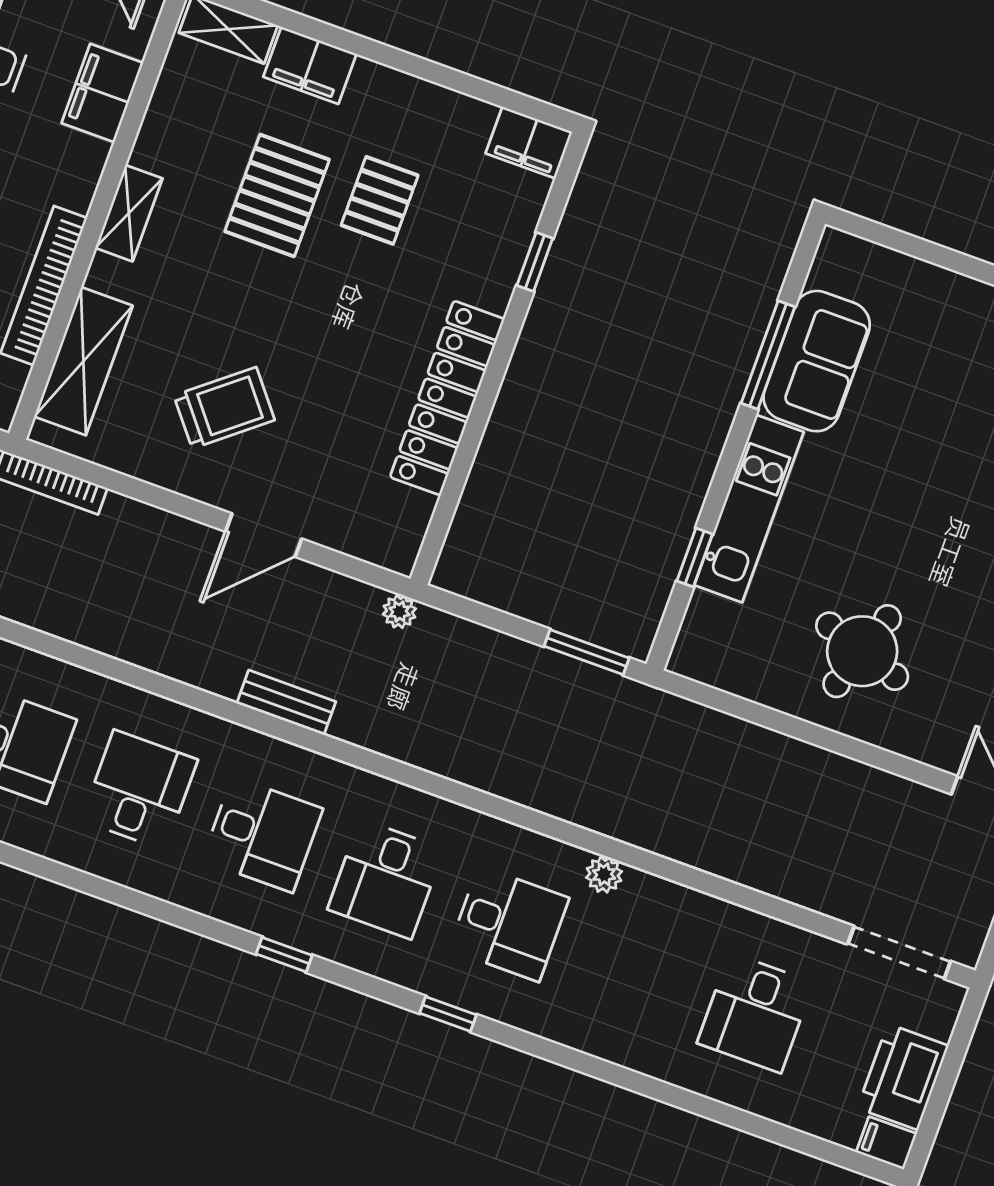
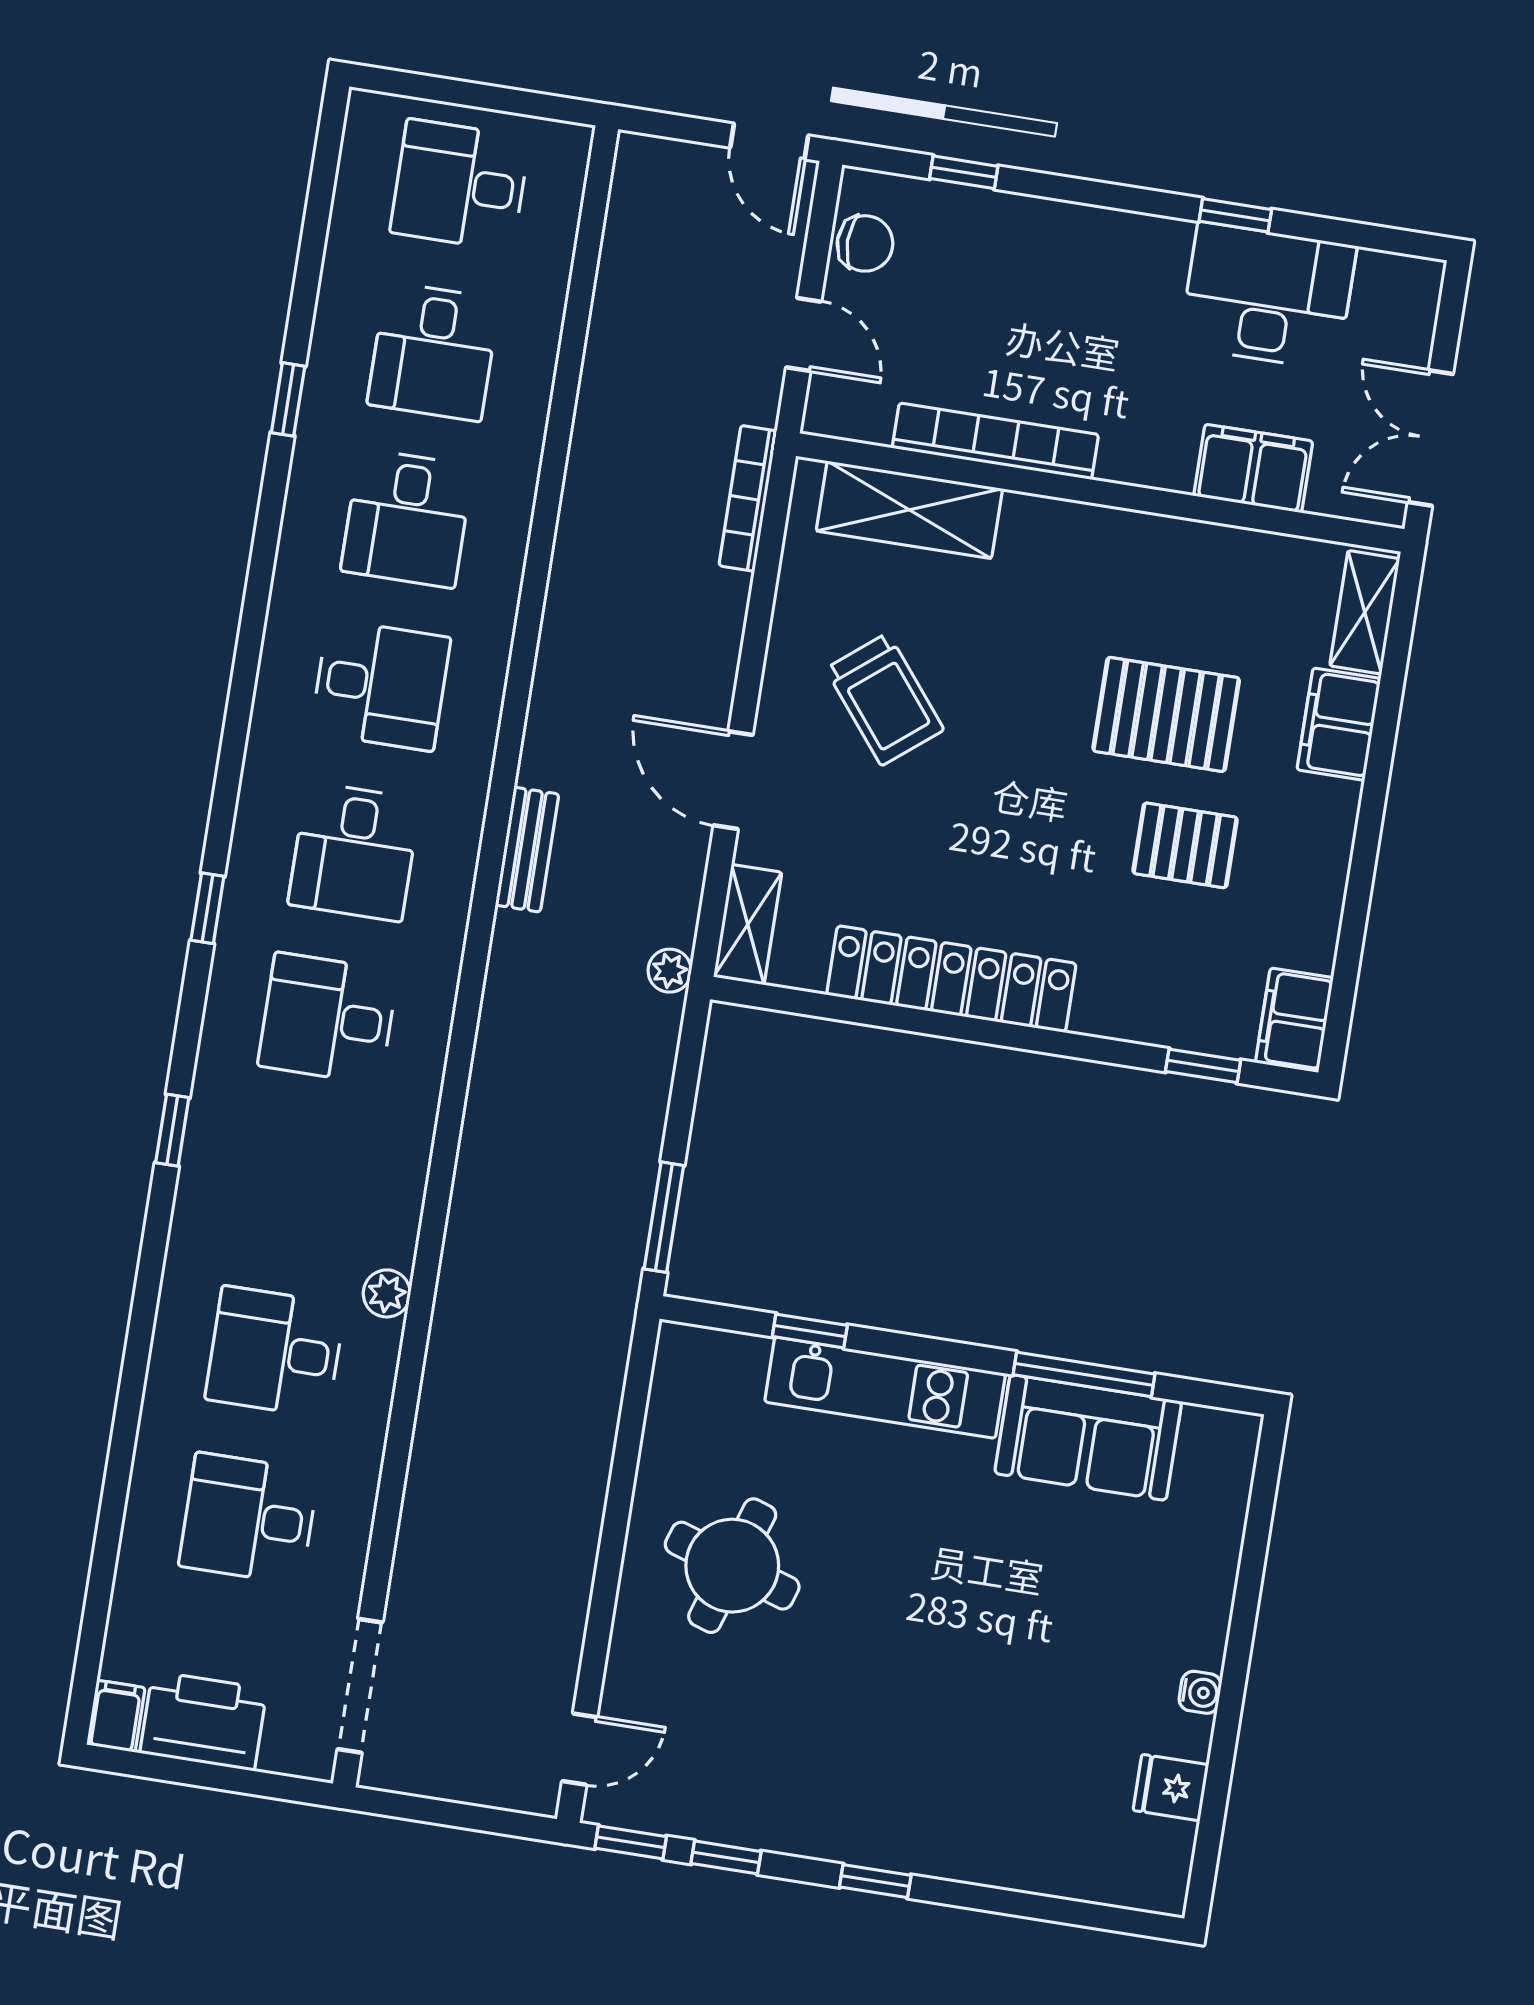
shelving: (129, 213) -> (748, 925), moved, turned 90
window: (535, 262) -> (1203, 1066), moved
desk: (509, 924) -> (275, 1352), moved, turned 90

